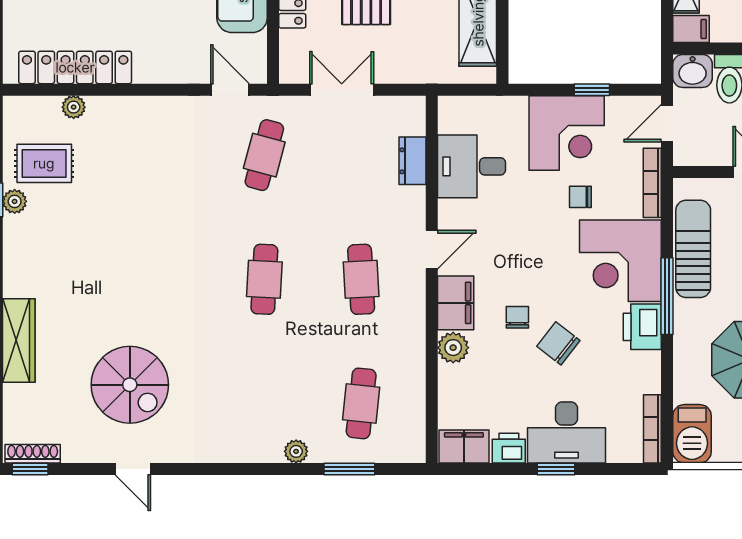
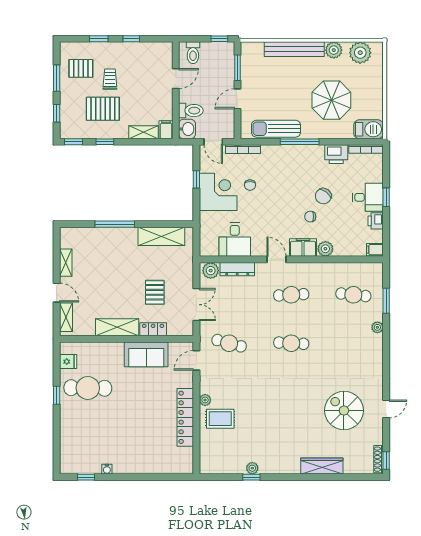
locker: (75, 67) -> (185, 417), moved
double door: (342, 90) -> (196, 305), swing flipped
plant: (74, 107) -> (205, 400), moved
plant: (410, 118) -> (211, 271), added
dresser: (412, 161) -> (237, 269), width x1.44
rug: (44, 163) -> (220, 419), moved, turned 90
corner desk: (620, 261) -> (282, 165), removed
printer: (642, 327) -> (336, 154), moved
spiral stairs: (130, 385) -> (344, 411), turned -90
desk: (567, 432) -> (368, 197), width x0.73
filing cabinet: (464, 446) -> (375, 250), width x0.50

